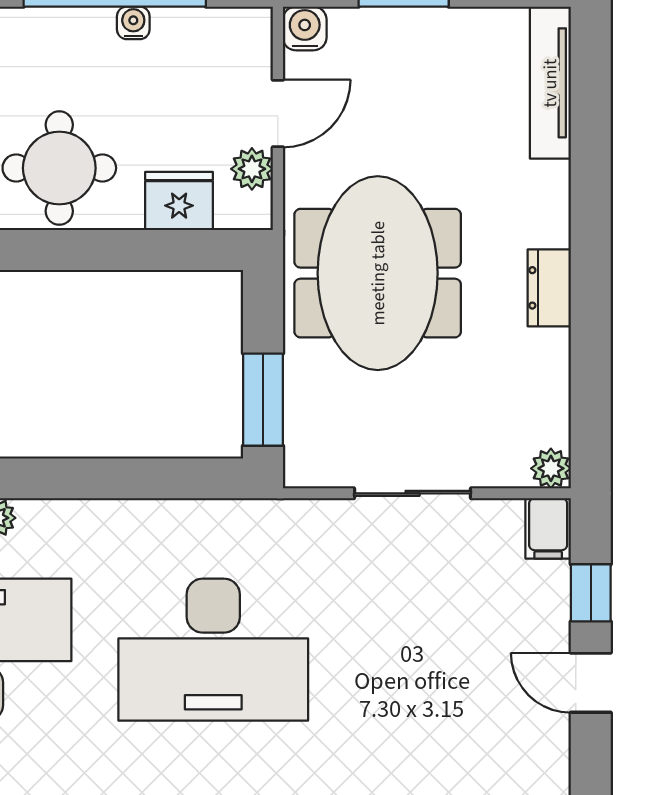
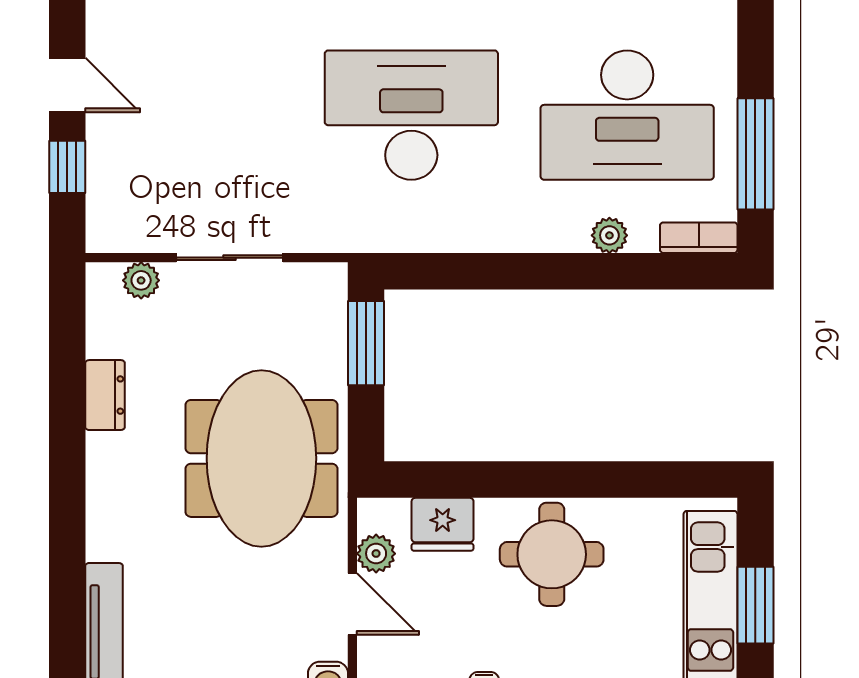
door: (278, 113) -> (352, 604), swing flipped
dresser: (549, 288) -> (105, 395), moved
plant: (551, 468) -> (141, 280), moved
filing cabinet: (548, 528) -> (106, 226), removed

